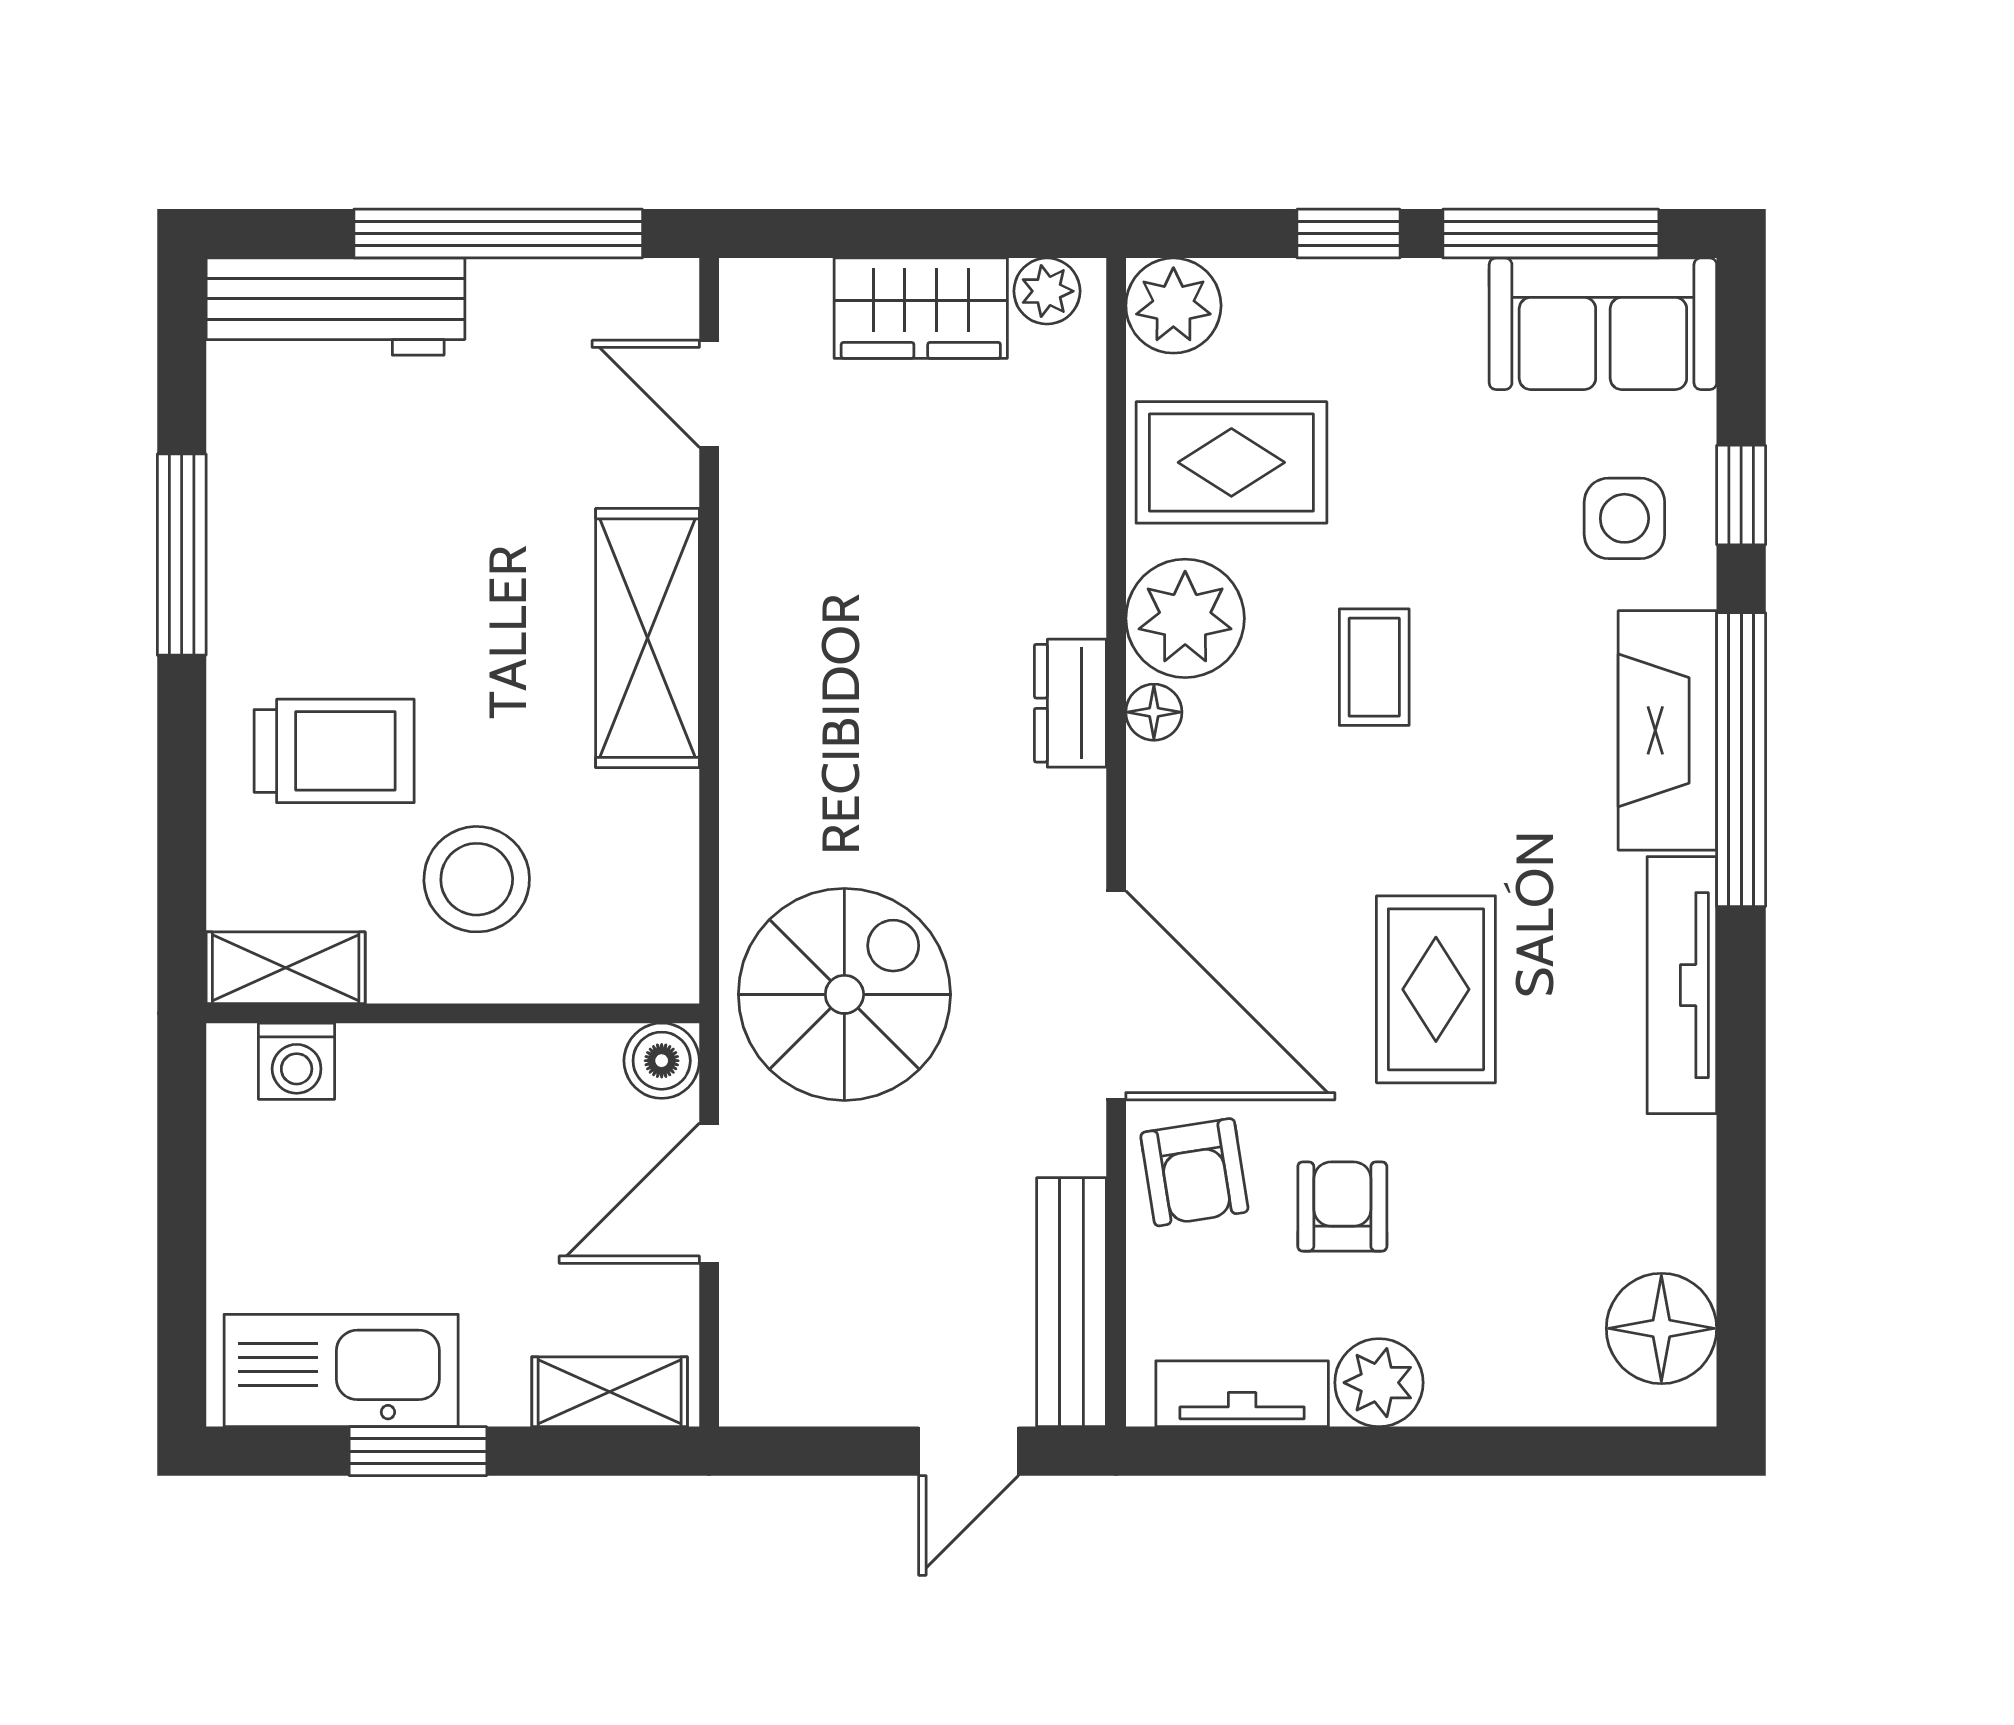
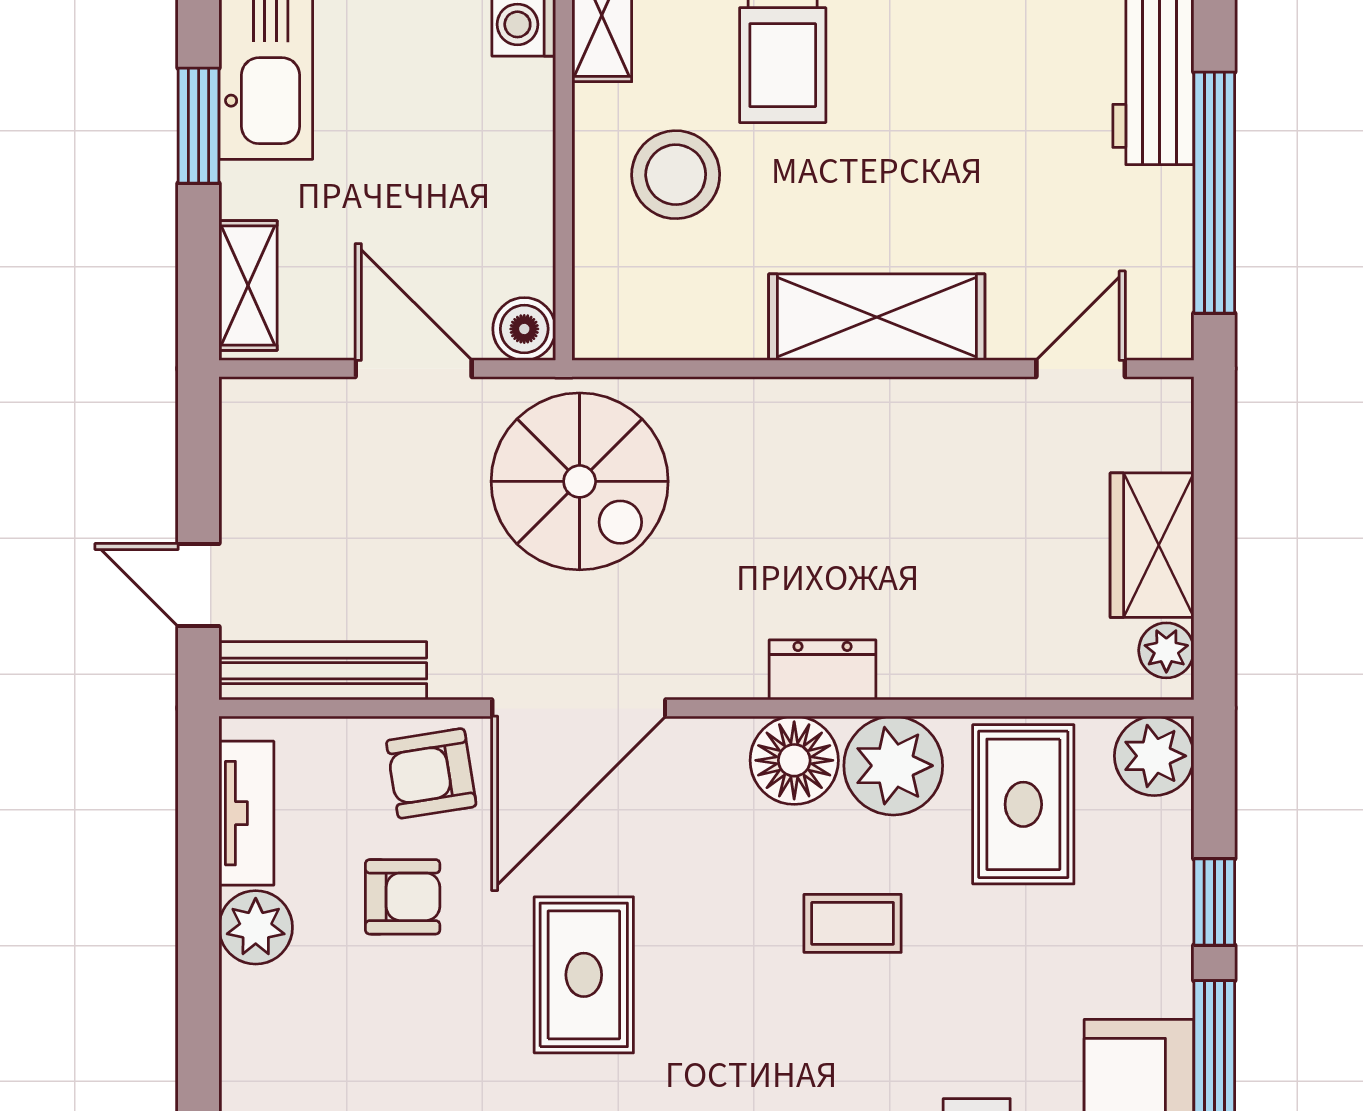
floor lamp: (1154, 712) -> (794, 760), width x1.89, depth x1.89
rug: (1436, 989) -> (584, 975), turned 90

